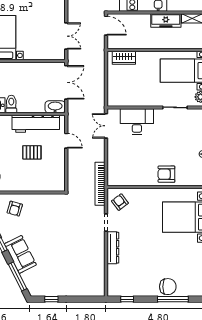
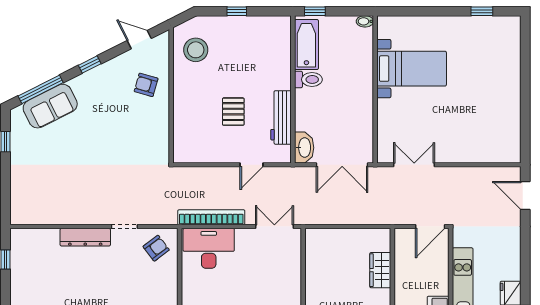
double door: (66, 36) -> (414, 165), swing flipped
wardrobe: (124, 58) -> (380, 270), moved
desk: (137, 121) -> (209, 248), moved, turned -90
workbench: (36, 124) -> (281, 117), width x0.73, depth x0.76
bookcase: (100, 184) -> (211, 217), moved
sofa: (20, 254) -> (50, 106), moved

